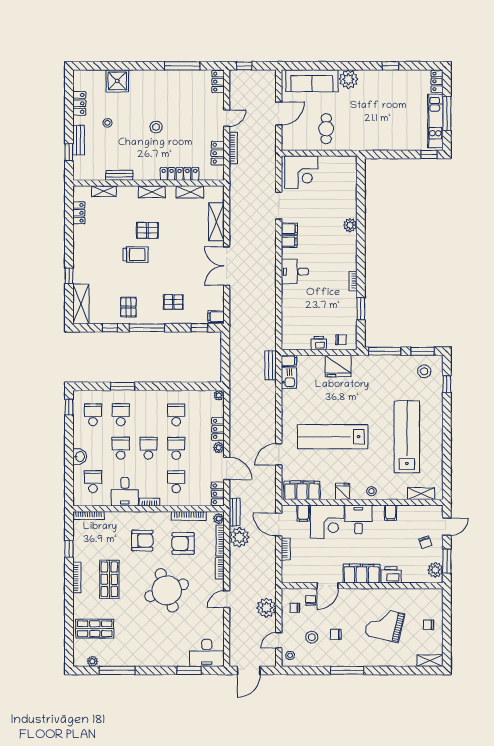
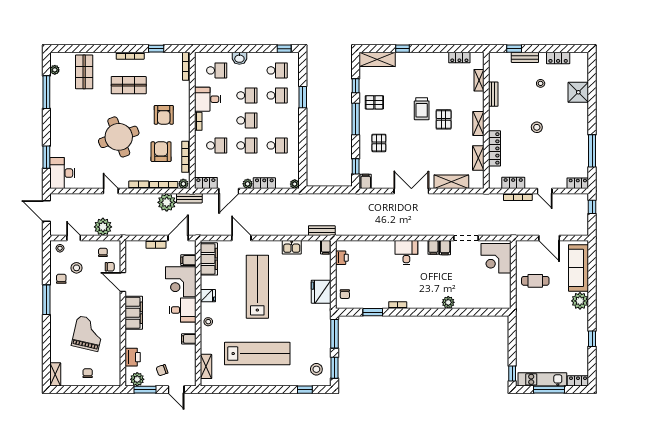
printer: (319, 343) -> (342, 258), moved
kitchen sink: (289, 378) -> (292, 247), moved
printer: (391, 575) -> (133, 357), moved
chair: (336, 634) -> (61, 279), moved

